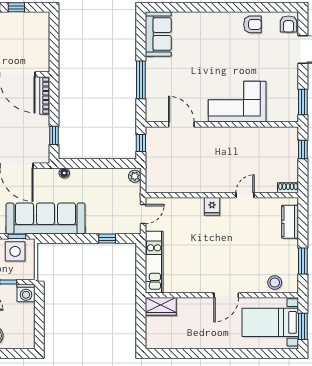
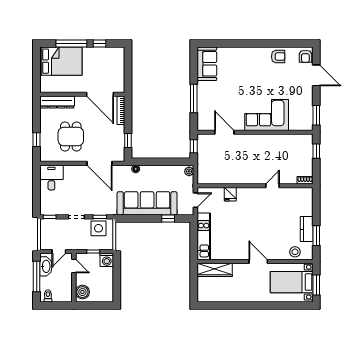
fridge: (212, 206) -> (230, 194), moved
sofa: (46, 218) -> (147, 203), moved
kitchen counter: (290, 222) -> (307, 229), moved
door: (226, 295) -> (258, 262), swing flipped
wardrobe: (161, 306) -> (215, 270), width x1.50

